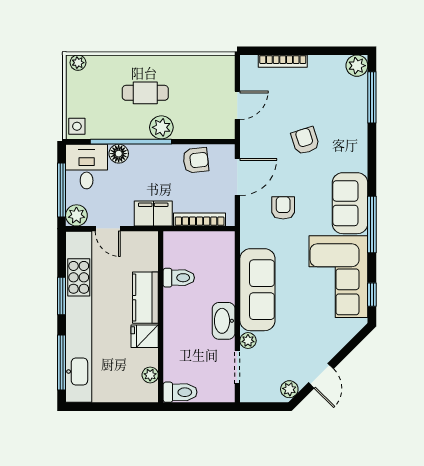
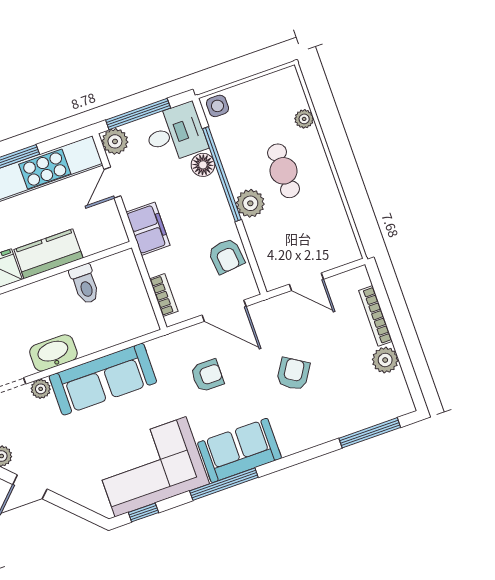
plant: (78, 63) -> (304, 119), moved
plant: (357, 66) -> (385, 360), moved
armchair: (305, 141) -> (293, 374), turned -40
bookcase: (200, 220) -> (164, 295), width x0.64

